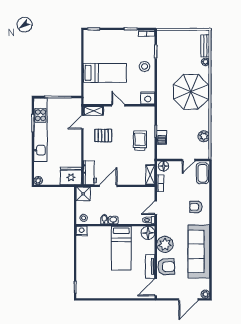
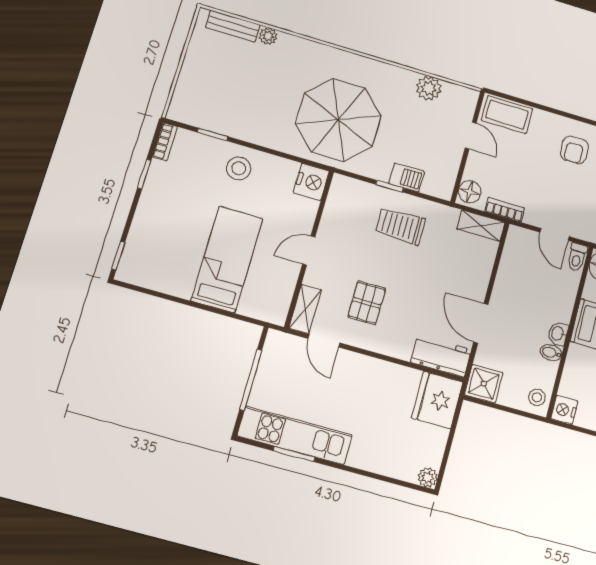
parasol: (191, 92) -> (338, 120), moved
kitchen unit: (40, 130) -> (295, 435), width x0.73

